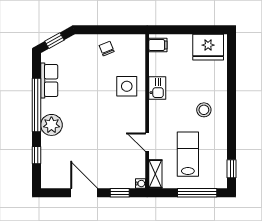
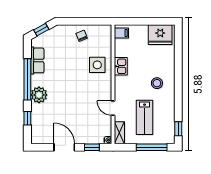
lab bench: (188, 154) -> (145, 117), turned 180

